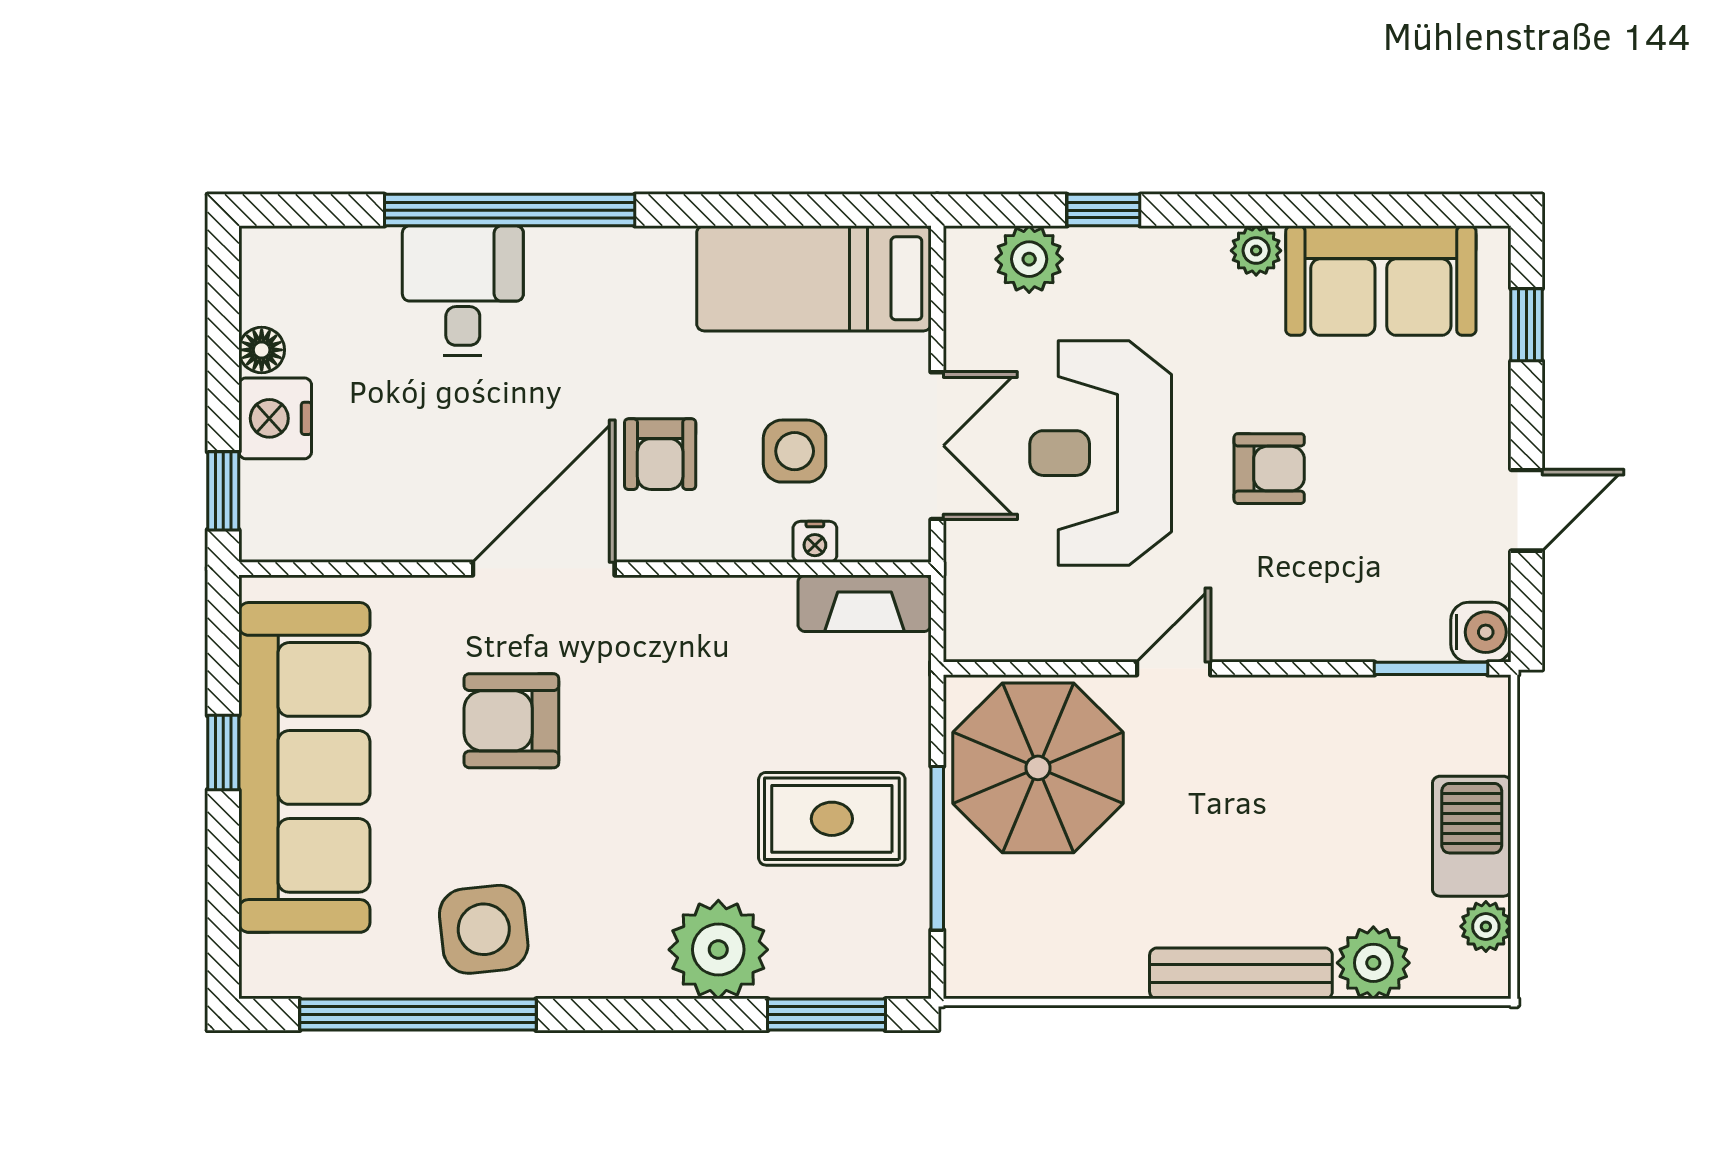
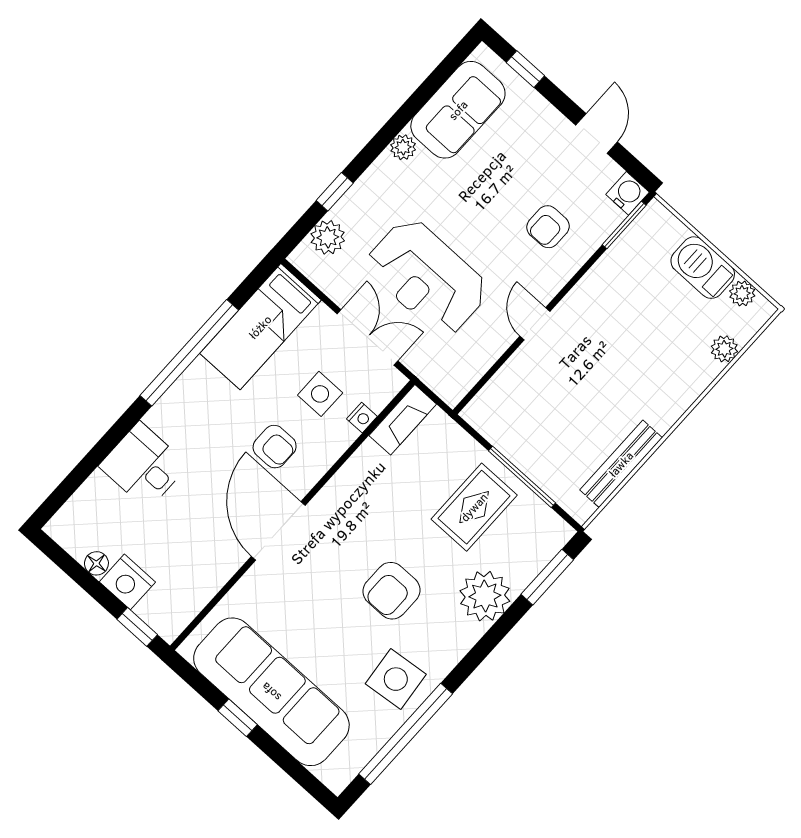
window: (510, 210) -> (189, 353), moved
armchair: (1269, 469) -> (548, 227), moved, turned 180
armchair: (511, 721) -> (391, 591), moved
parasol: (1038, 768) -> (526, 410), removed
plant: (1373, 963) -> (724, 349), width x0.73, depth x0.73
bench: (1241, 973) -> (621, 464), moved

